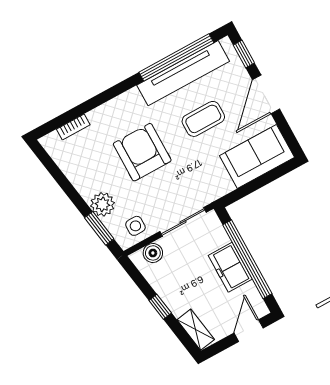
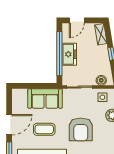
sofa: (257, 156) -> (45, 99), moved

